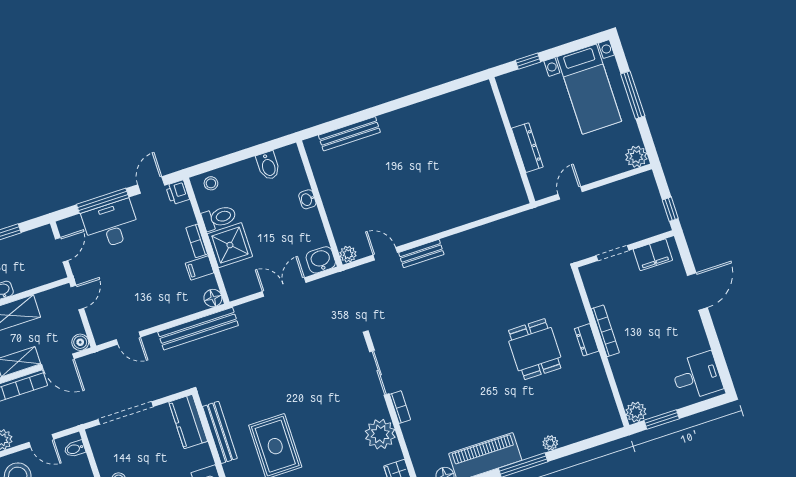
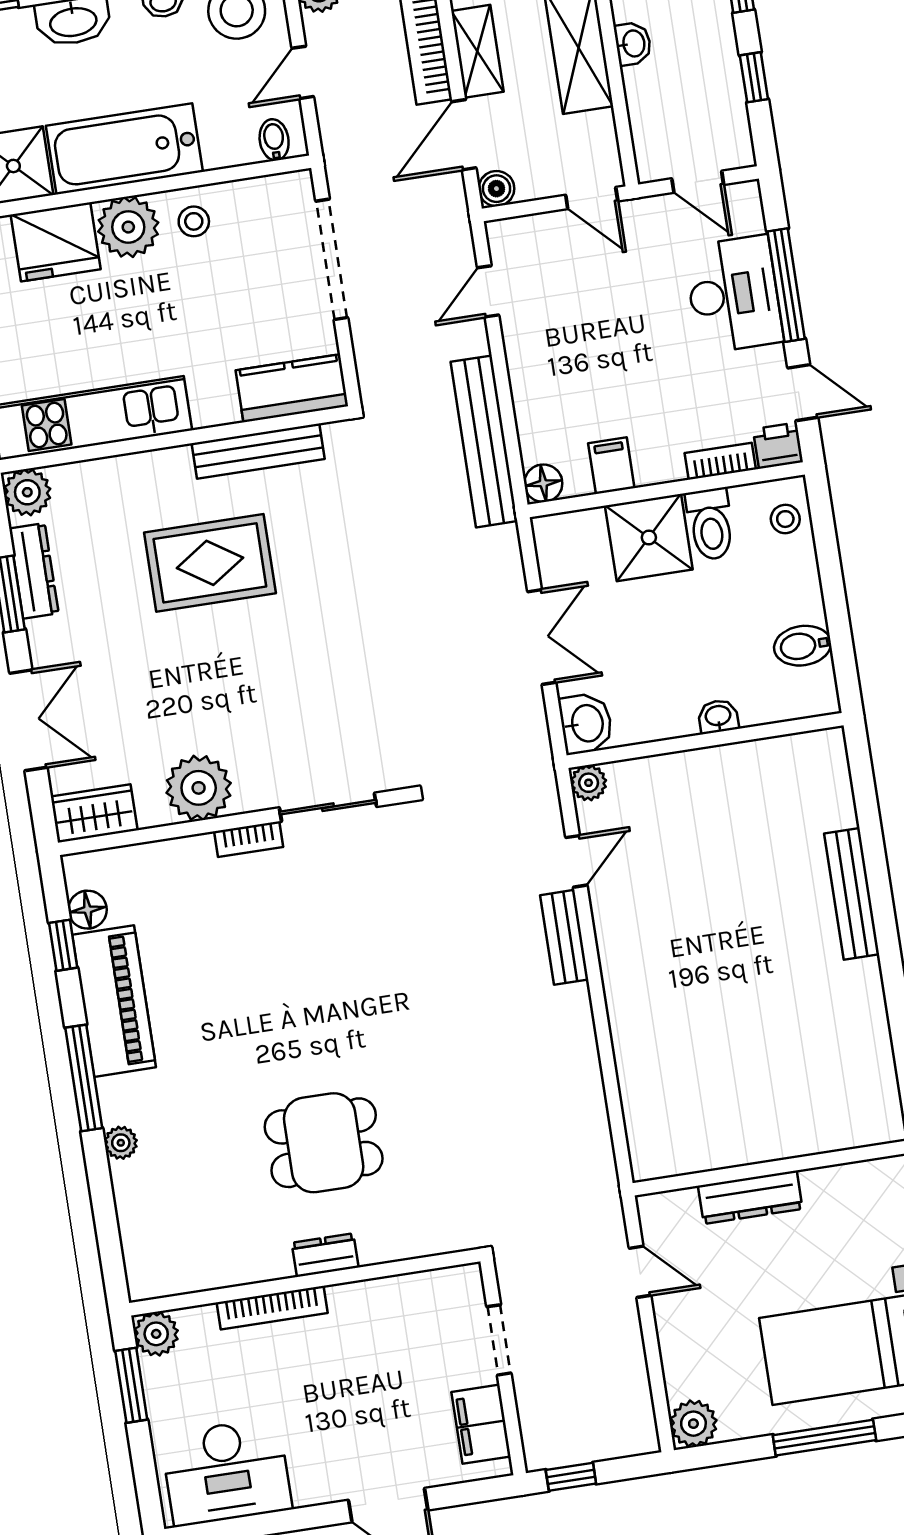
bench: (349, 134) -> (852, 894), moved
bookcase: (197, 241) -> (720, 461), moved
bookcase: (605, 331) -> (272, 1308), moved
desk: (697, 376) -> (226, 1472), width x1.37

